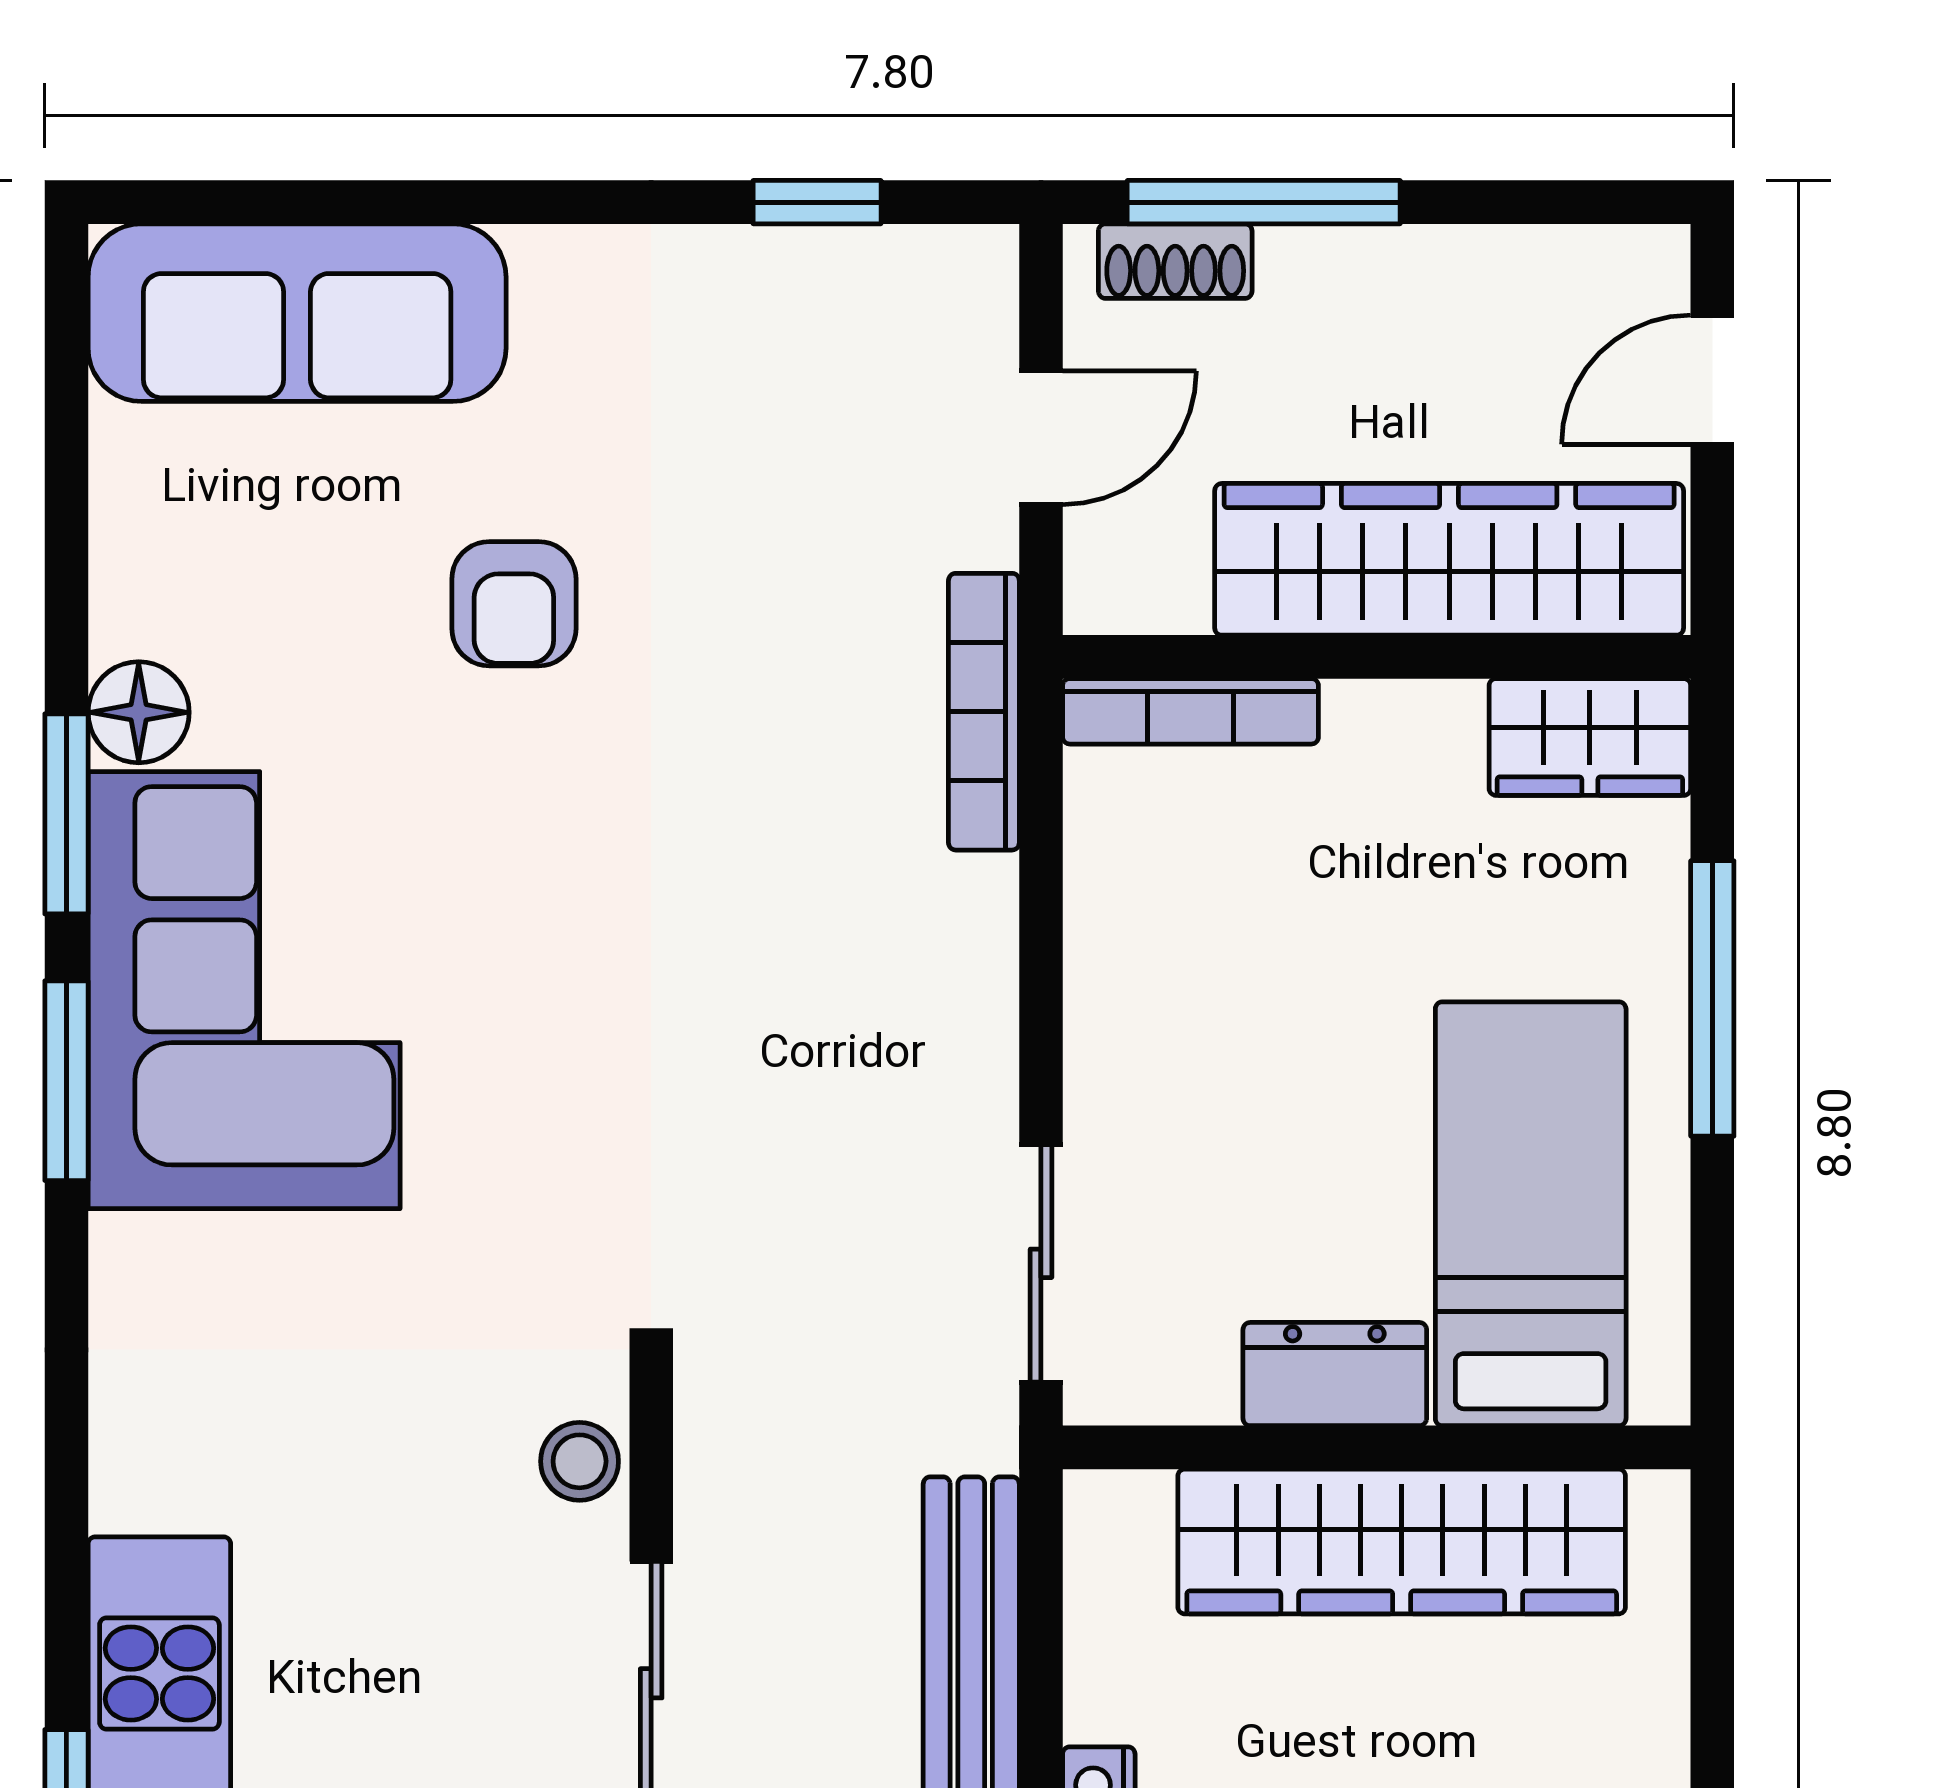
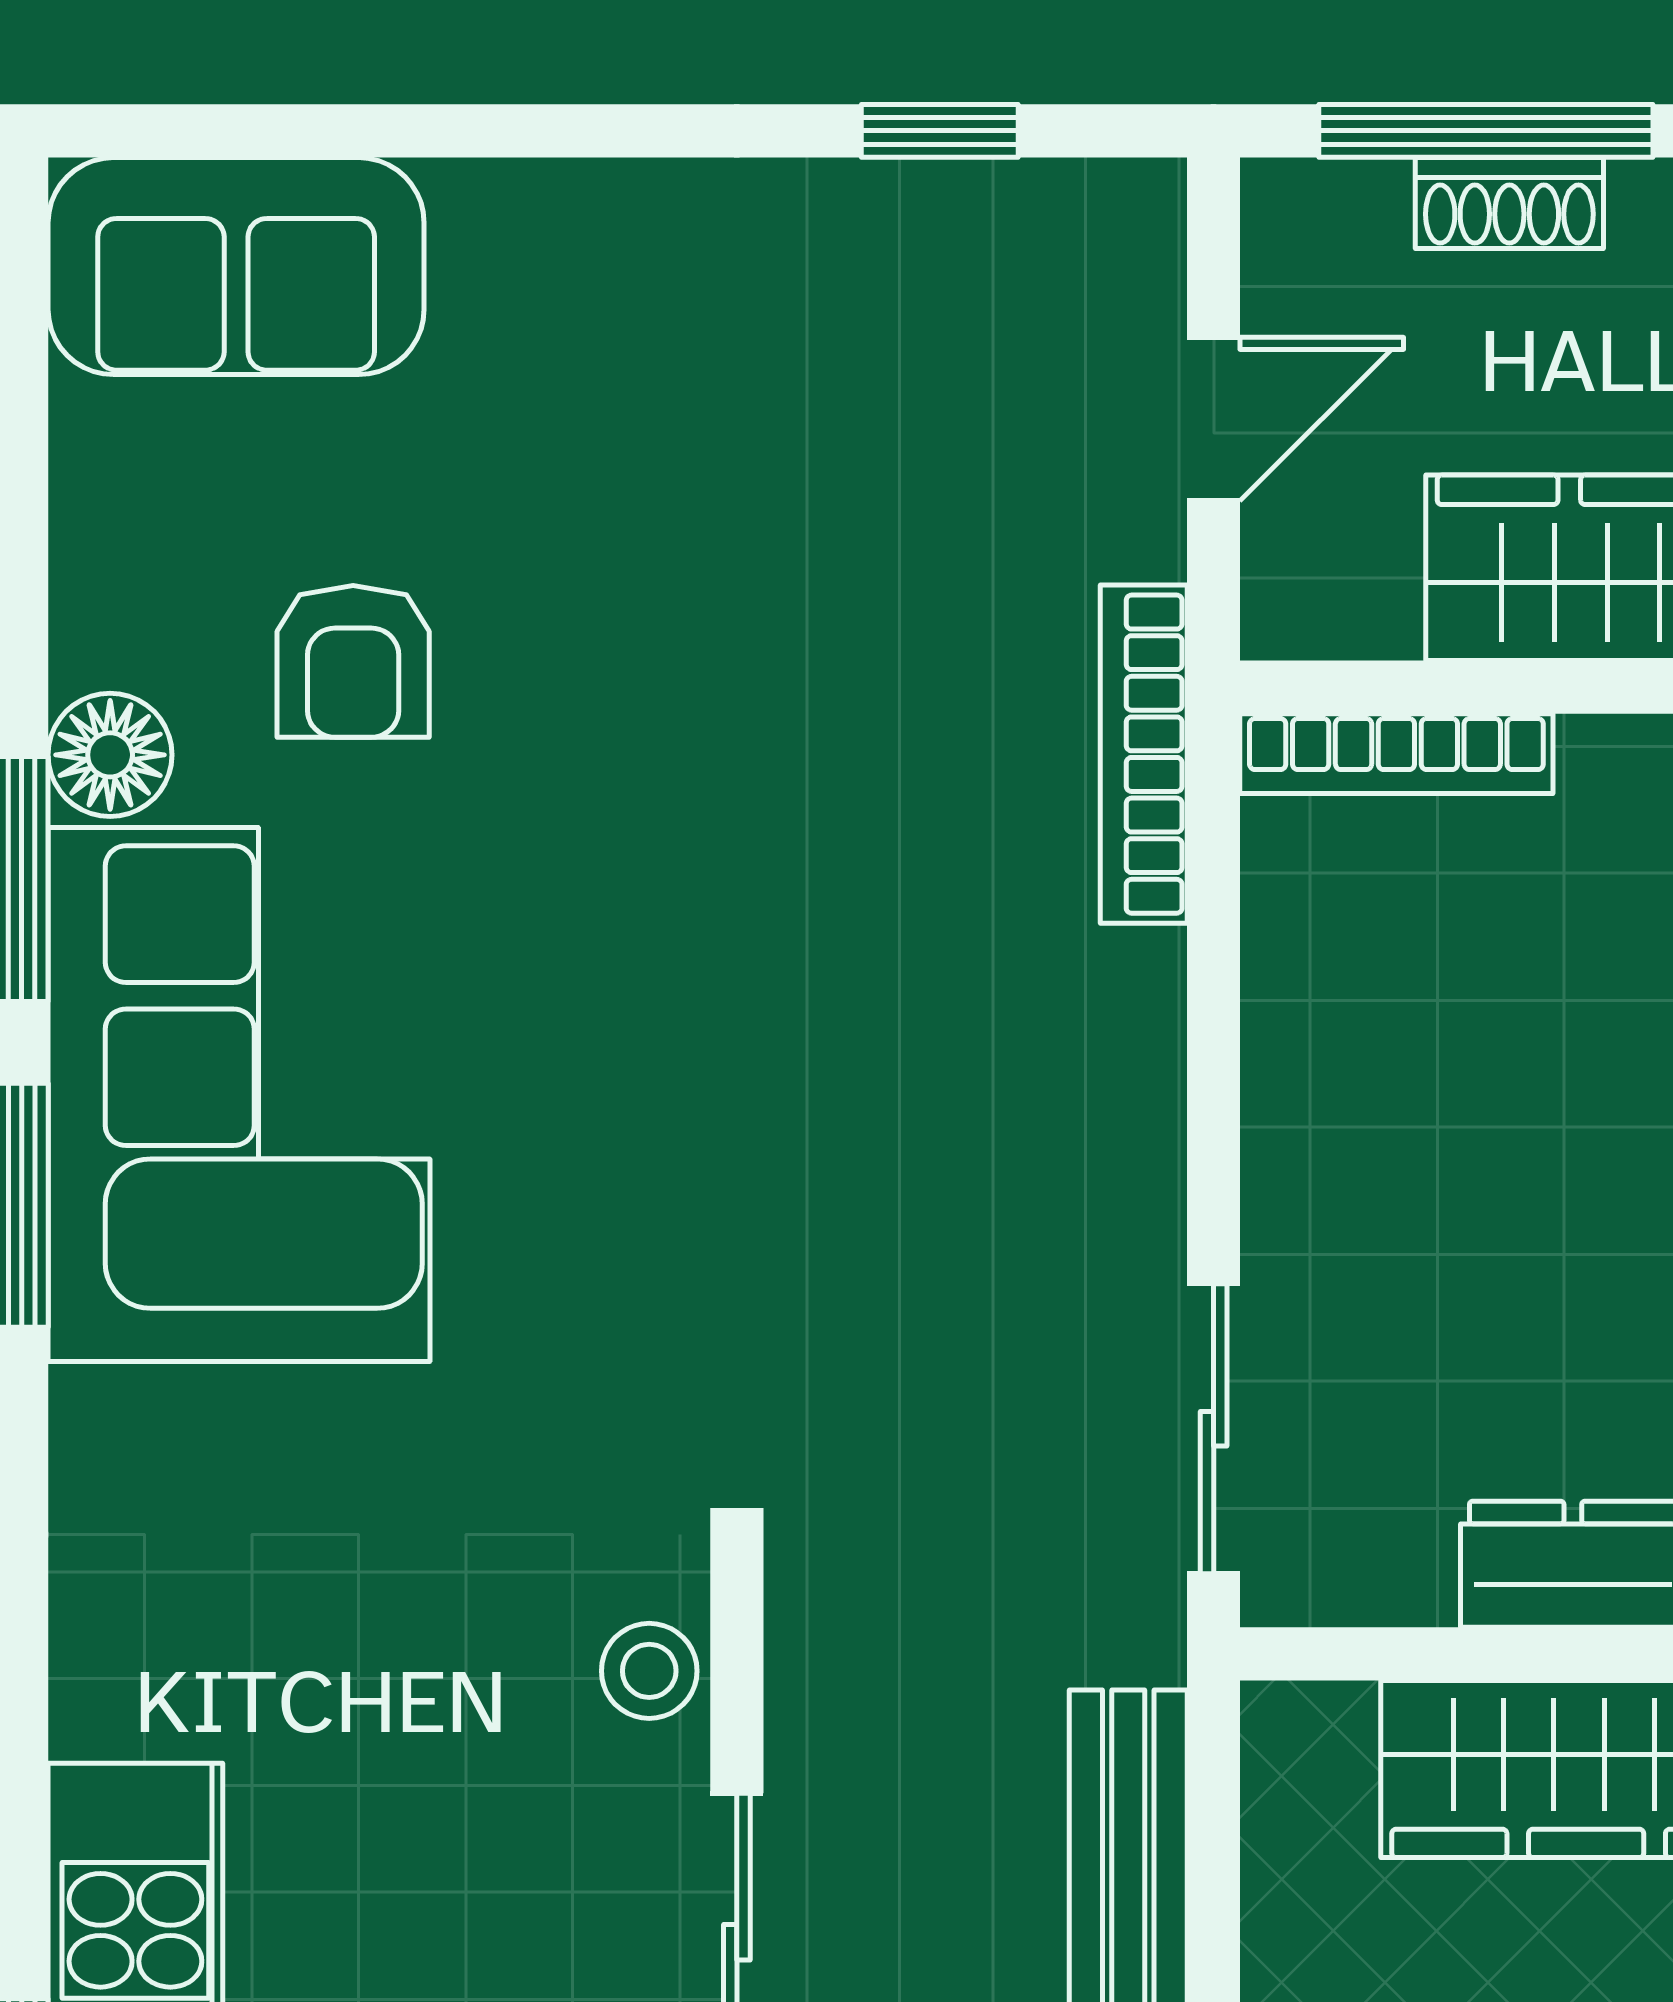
shoe rack: (1175, 261) -> (1509, 203), moved
sofa: (297, 313) -> (236, 266), width x0.73
armchair: (514, 604) -> (353, 661), moved

